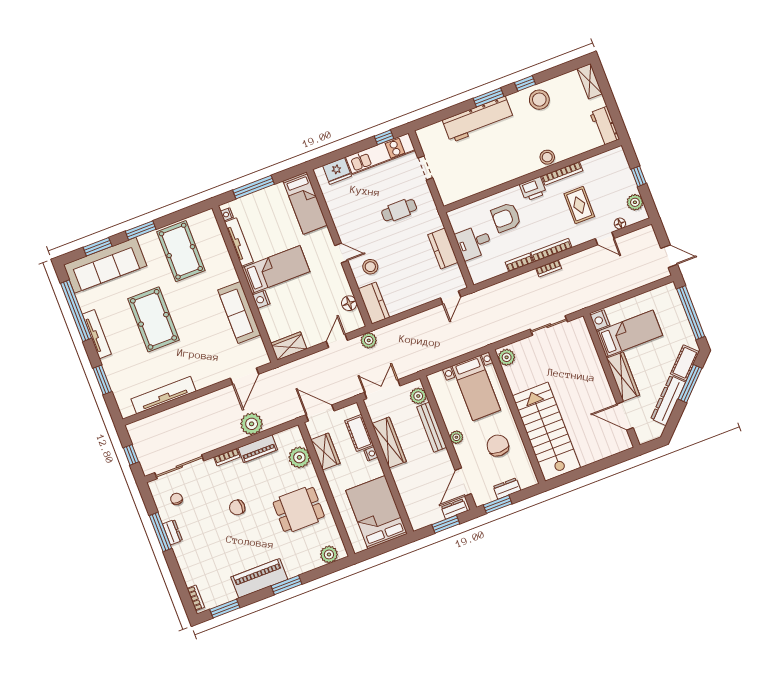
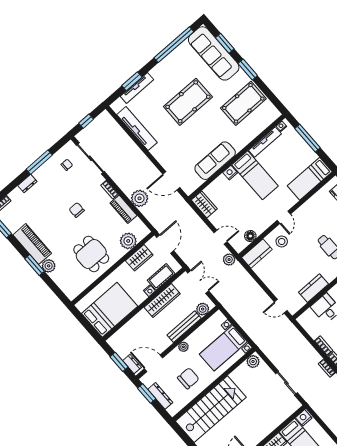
tv unit: (97, 334) -> (137, 88), moved
dresser: (507, 488) -> (160, 396), width x1.44
dresser: (172, 532) -> (27, 184), moved
plant: (329, 554) -> (49, 266), moved

